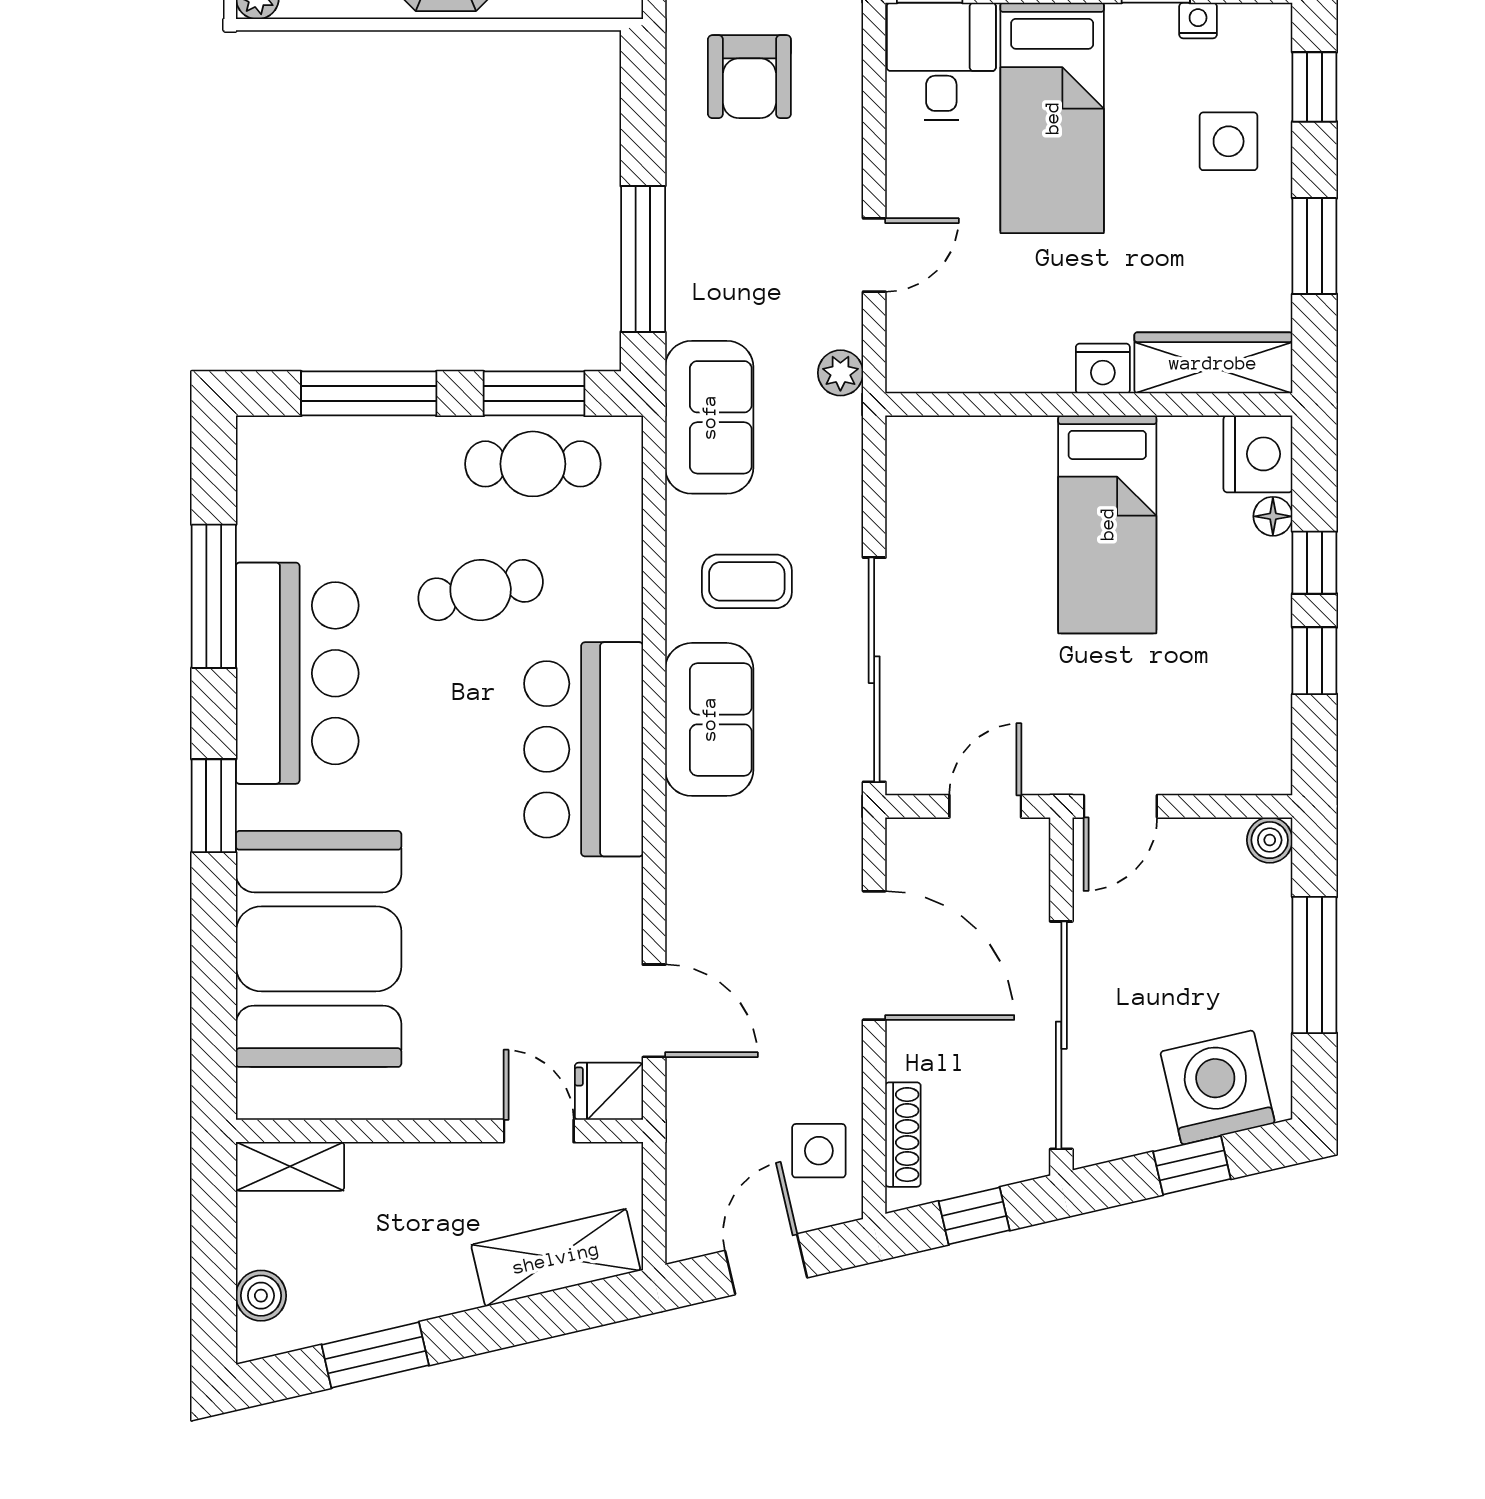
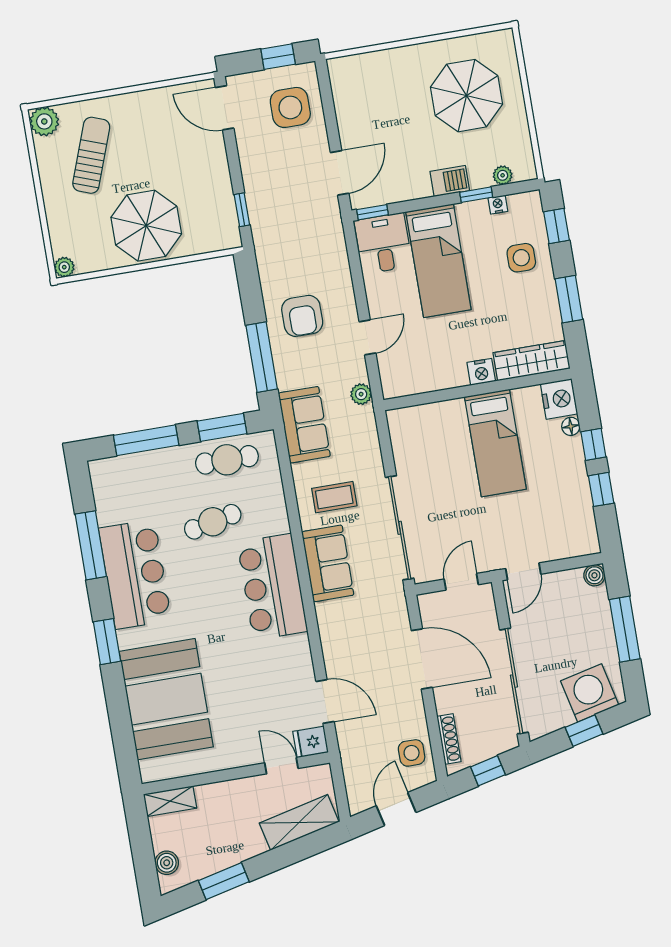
armchair: (749, 77) -> (302, 316), moved

